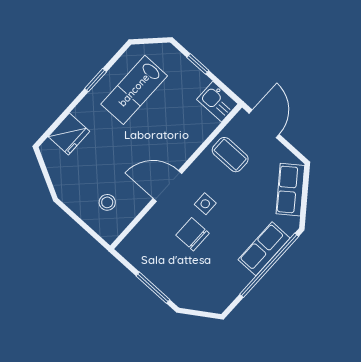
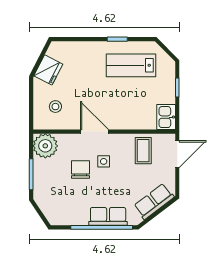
fridge: (69, 134) -> (48, 70), moved, turned -63
plant: (137, 248) -> (45, 146), added

